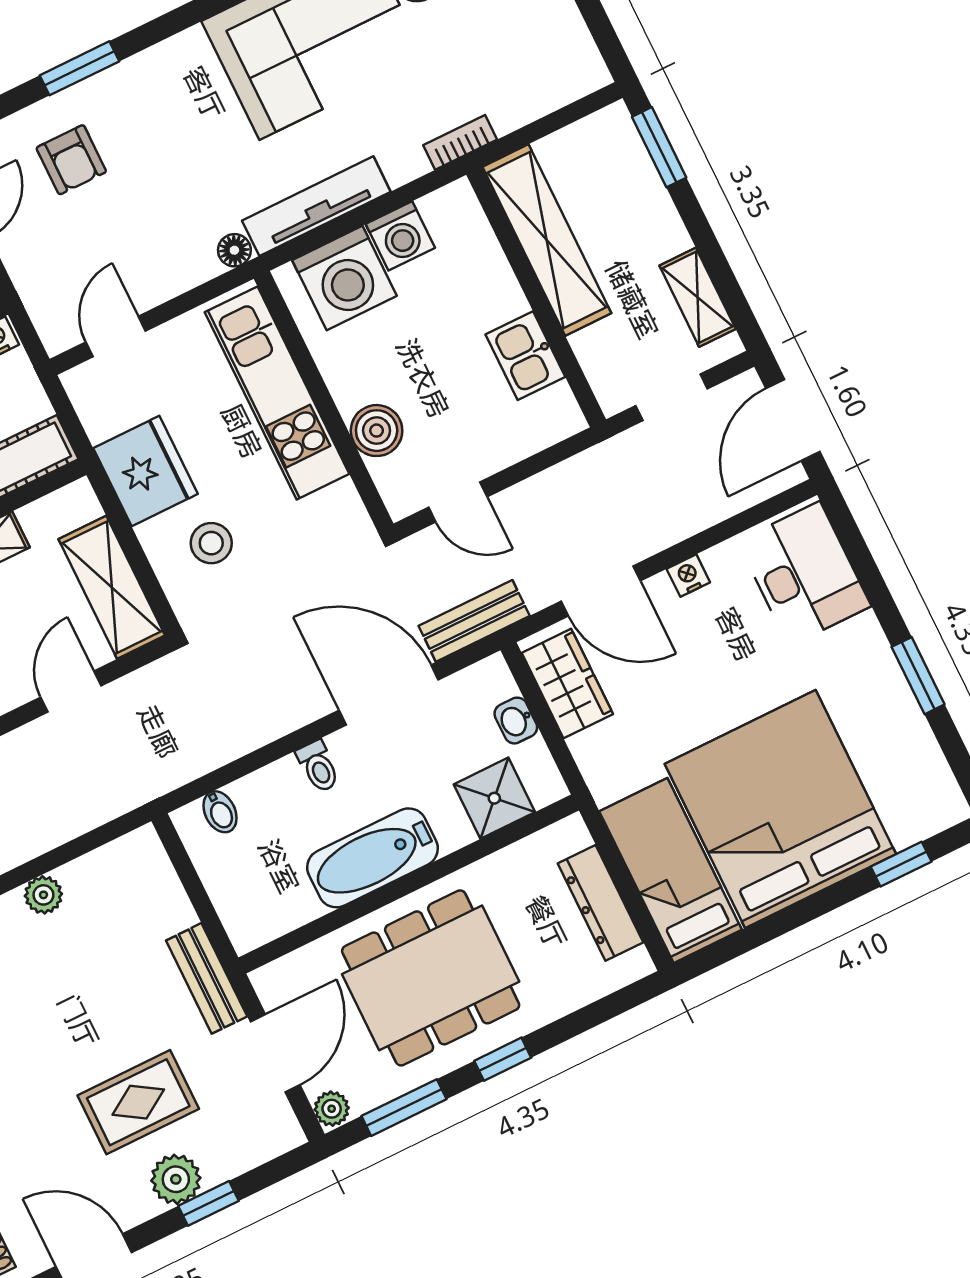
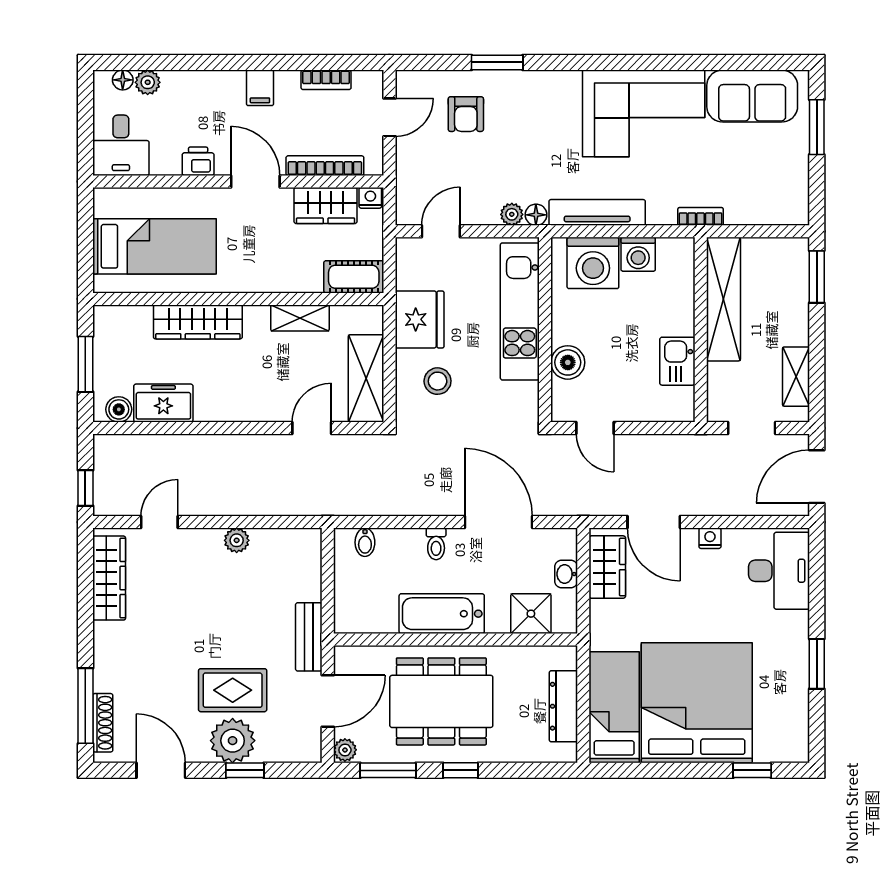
plant: (201, 266) -> (512, 214), added
bench: (474, 621) -> (570, 503), removed
plant: (176, 1179) -> (233, 741), width x1.36, depth x1.36

